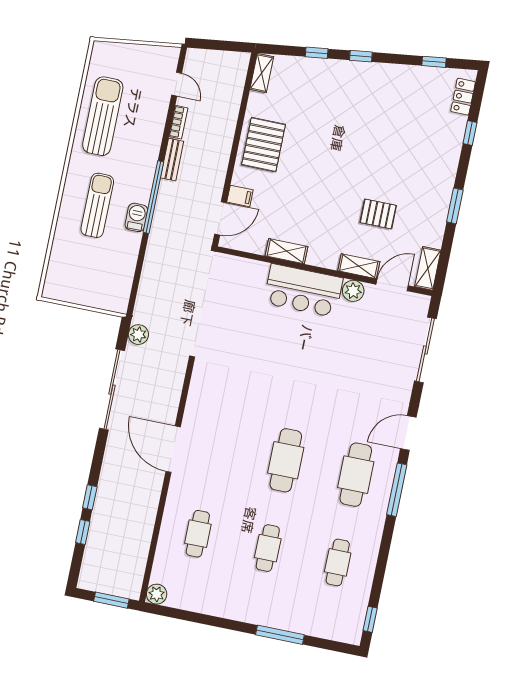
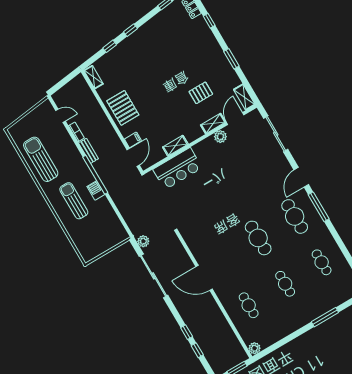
bar counter: (303, 291) -> (178, 169), moved

